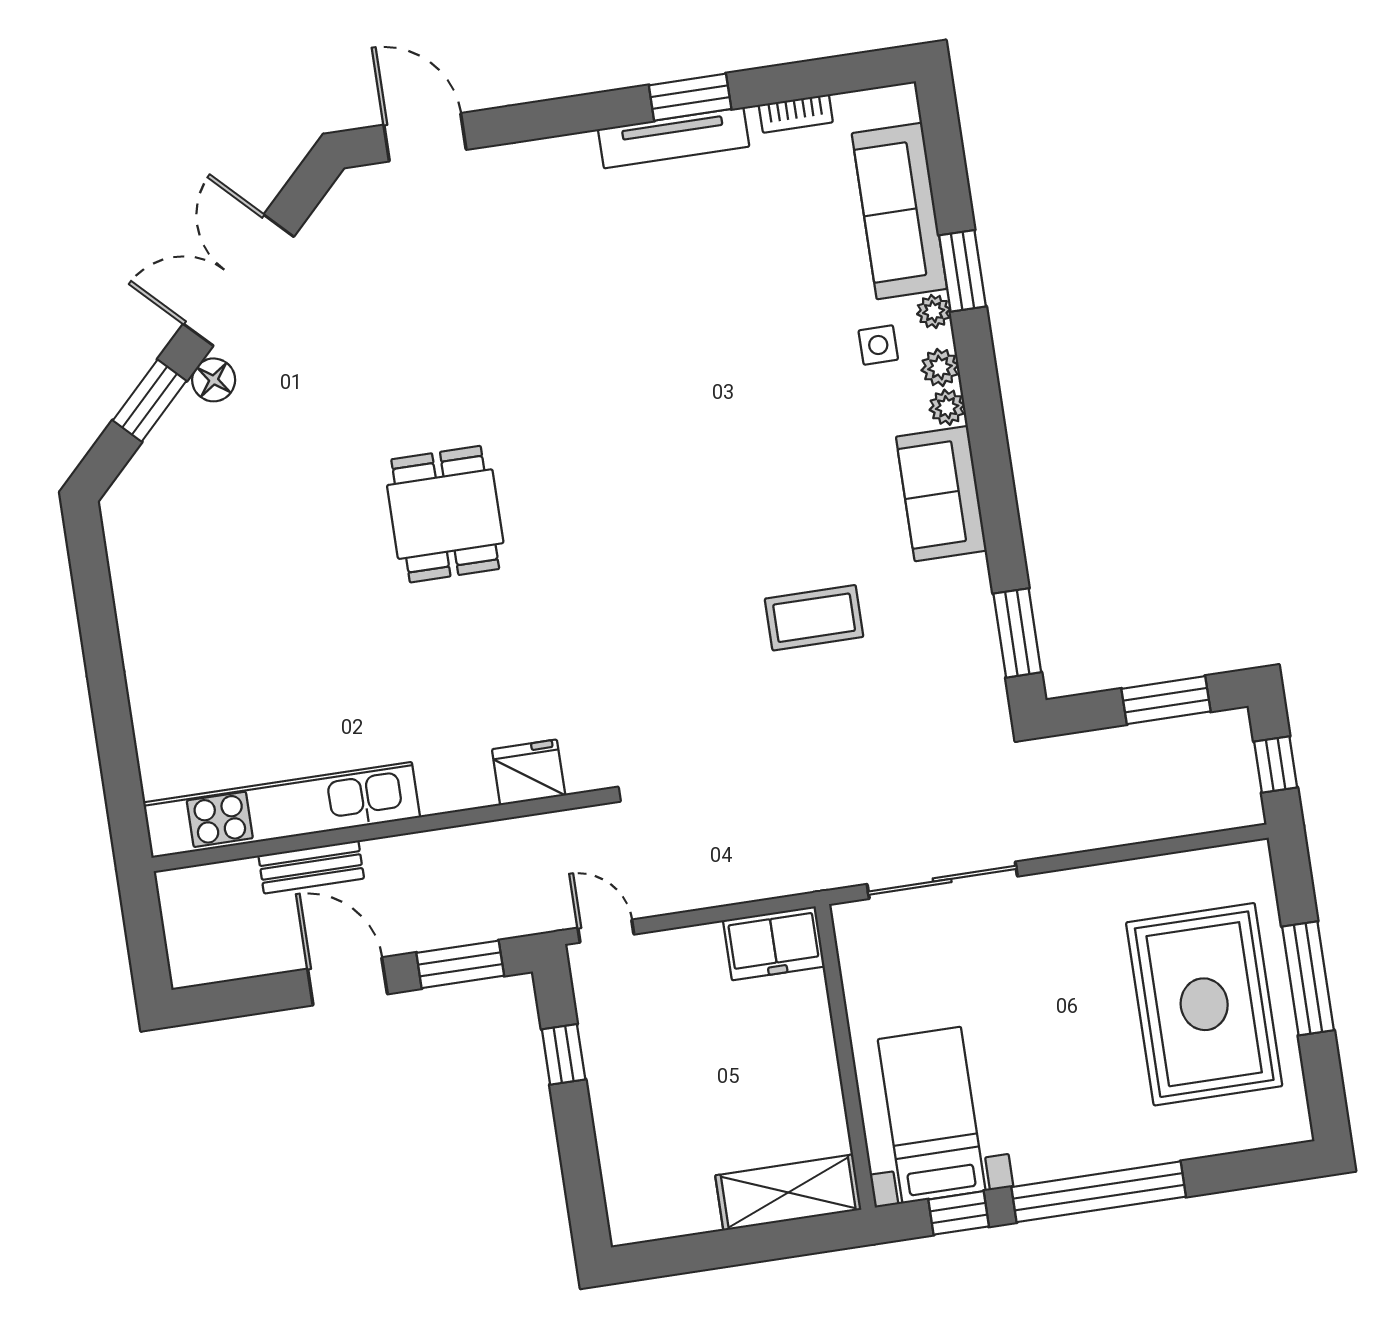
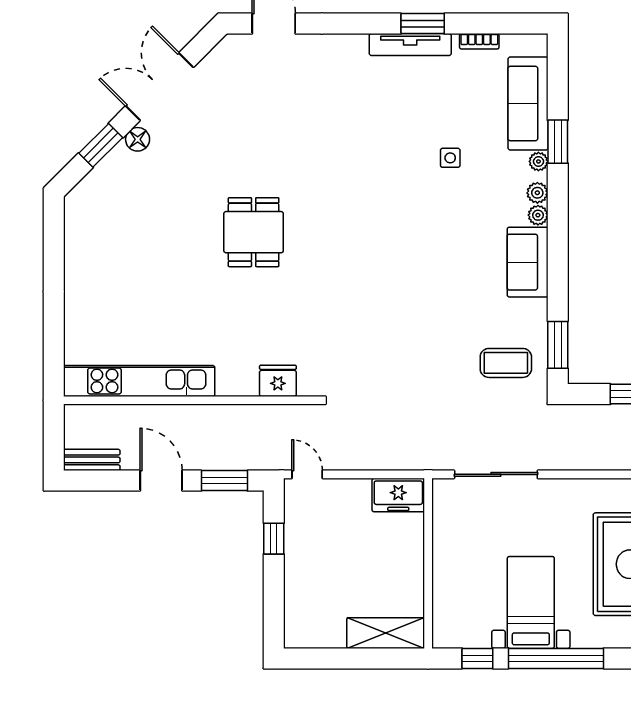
side table: (878, 345) -> (450, 158), moved
coffee table: (814, 618) -> (506, 363), moved
bench: (311, 867) -> (92, 460), moved
bed with nightstands: (932, 1115) -> (531, 602), moved

